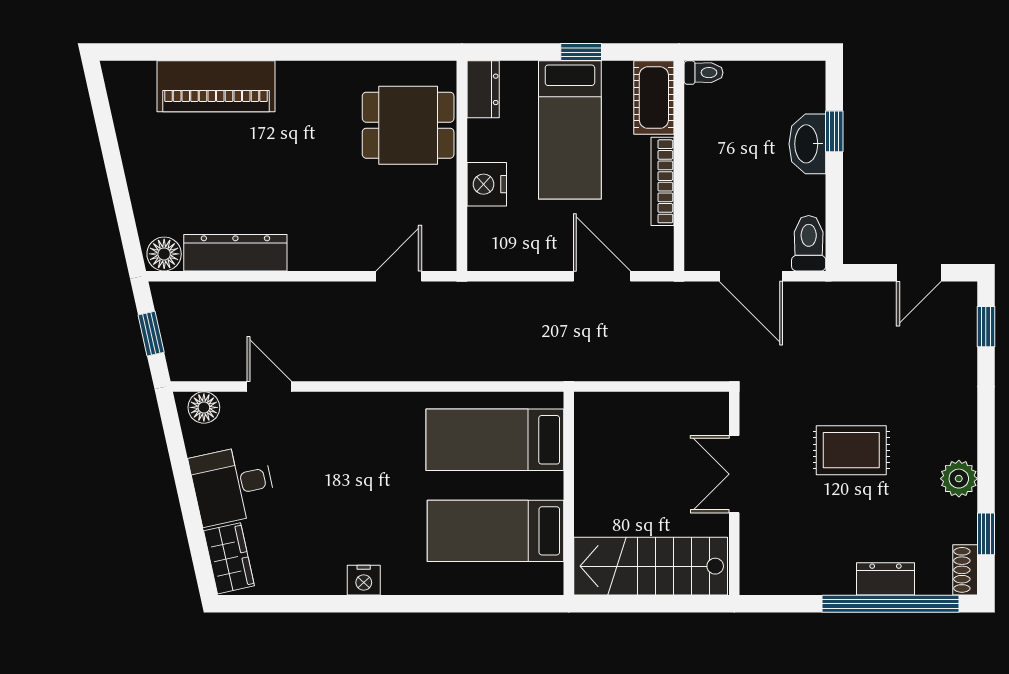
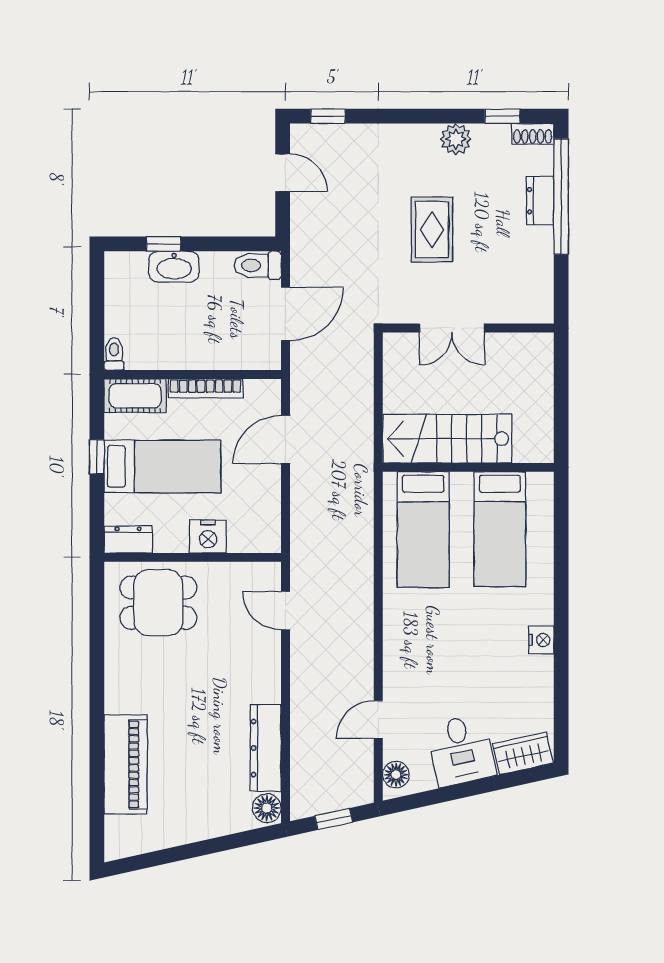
dining table: (408, 125) -> (158, 603), turned 90
stairs: (651, 566) -> (447, 439), moved, turned 90

